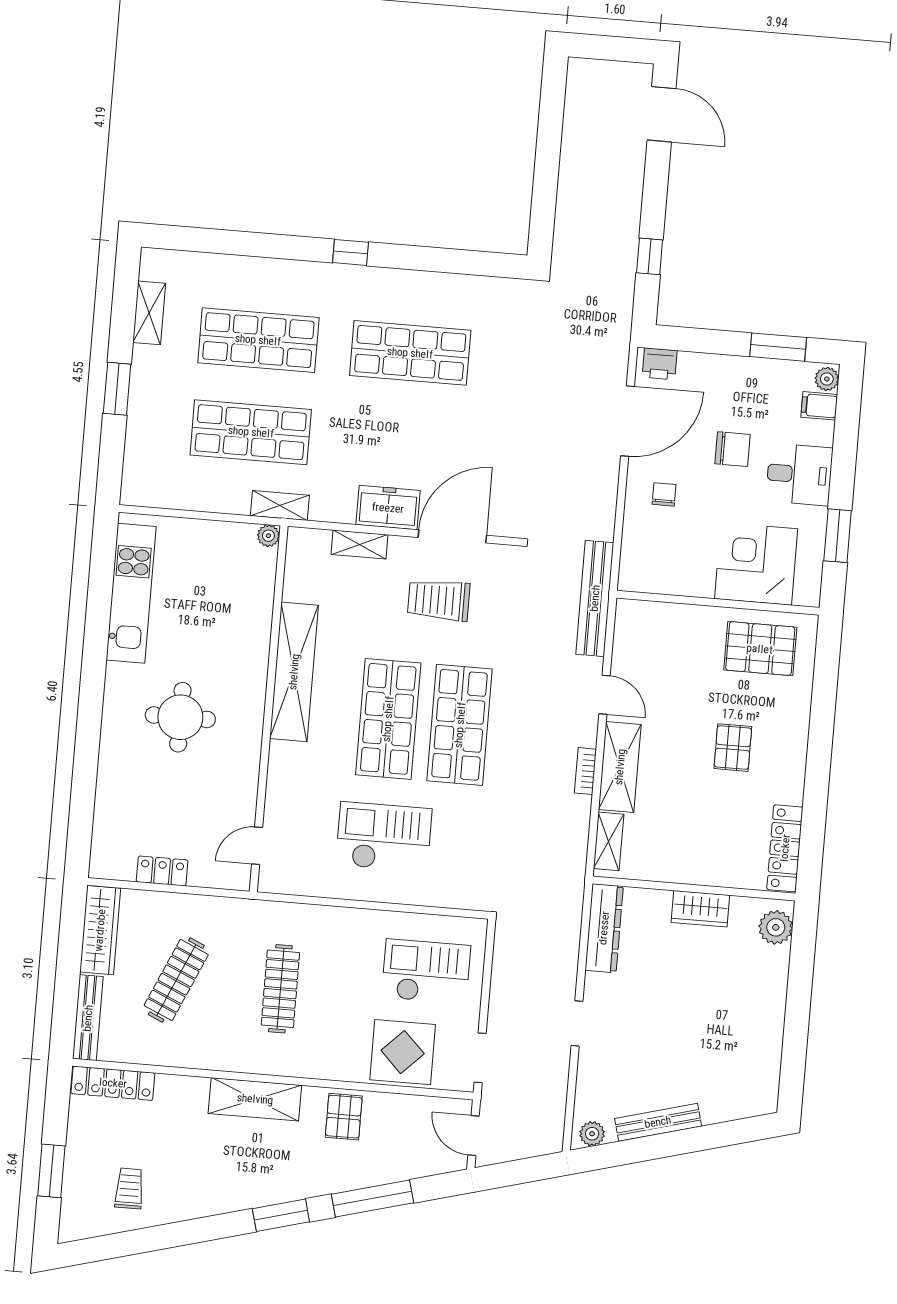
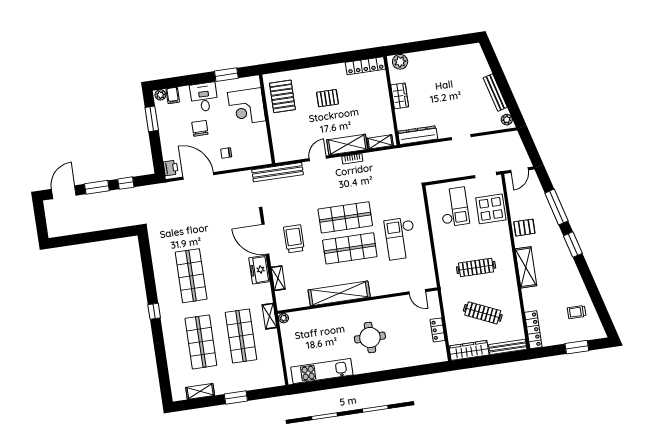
window: (655, 190) -> (97, 187), added
trolley: (439, 600) -> (294, 239), turned 180
checkout: (426, 972) -> (454, 207), turned 180

